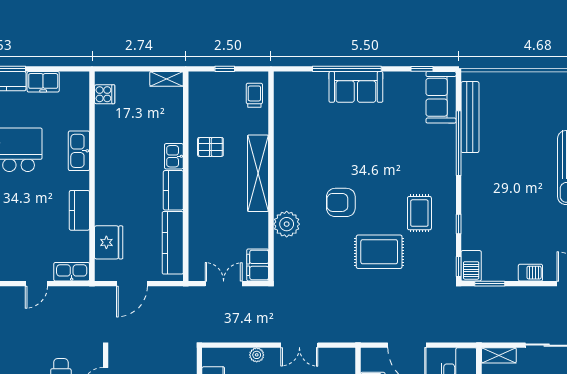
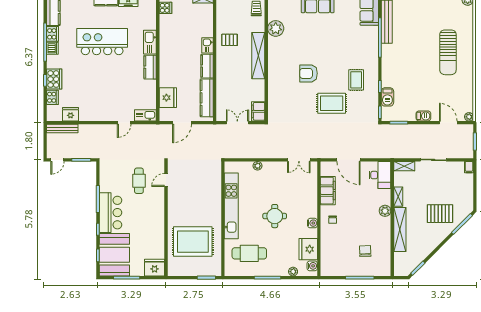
kitchen counter: (79, 210) -> (150, 67), moved
plant: (287, 224) -> (276, 28), moved
barbecue: (471, 266) -> (387, 97), moved
double door: (299, 345) -> (299, 160), moved

